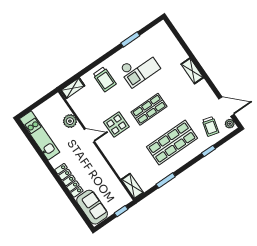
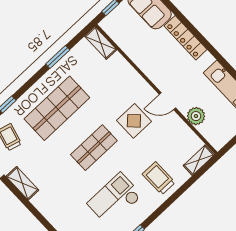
shelving: (192, 71) -> (22, 183), moved

